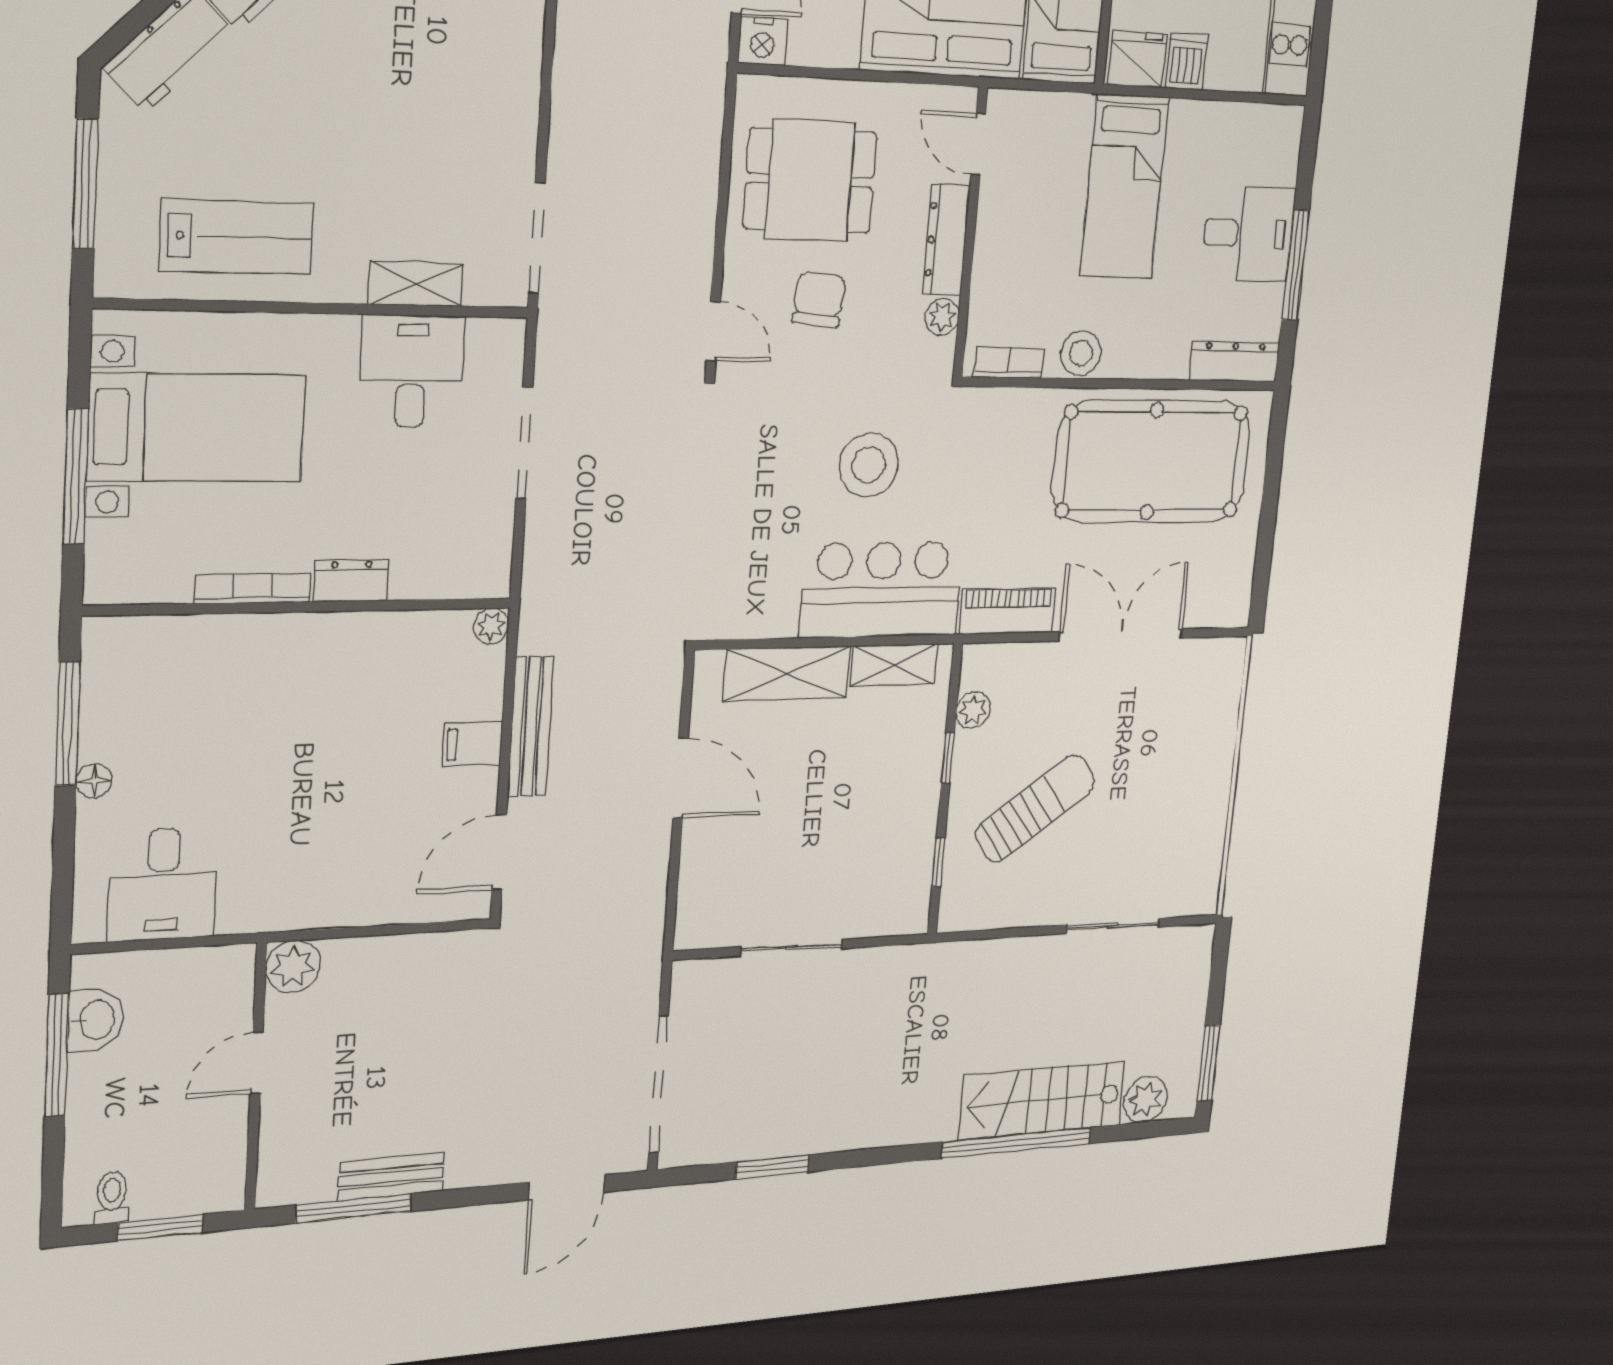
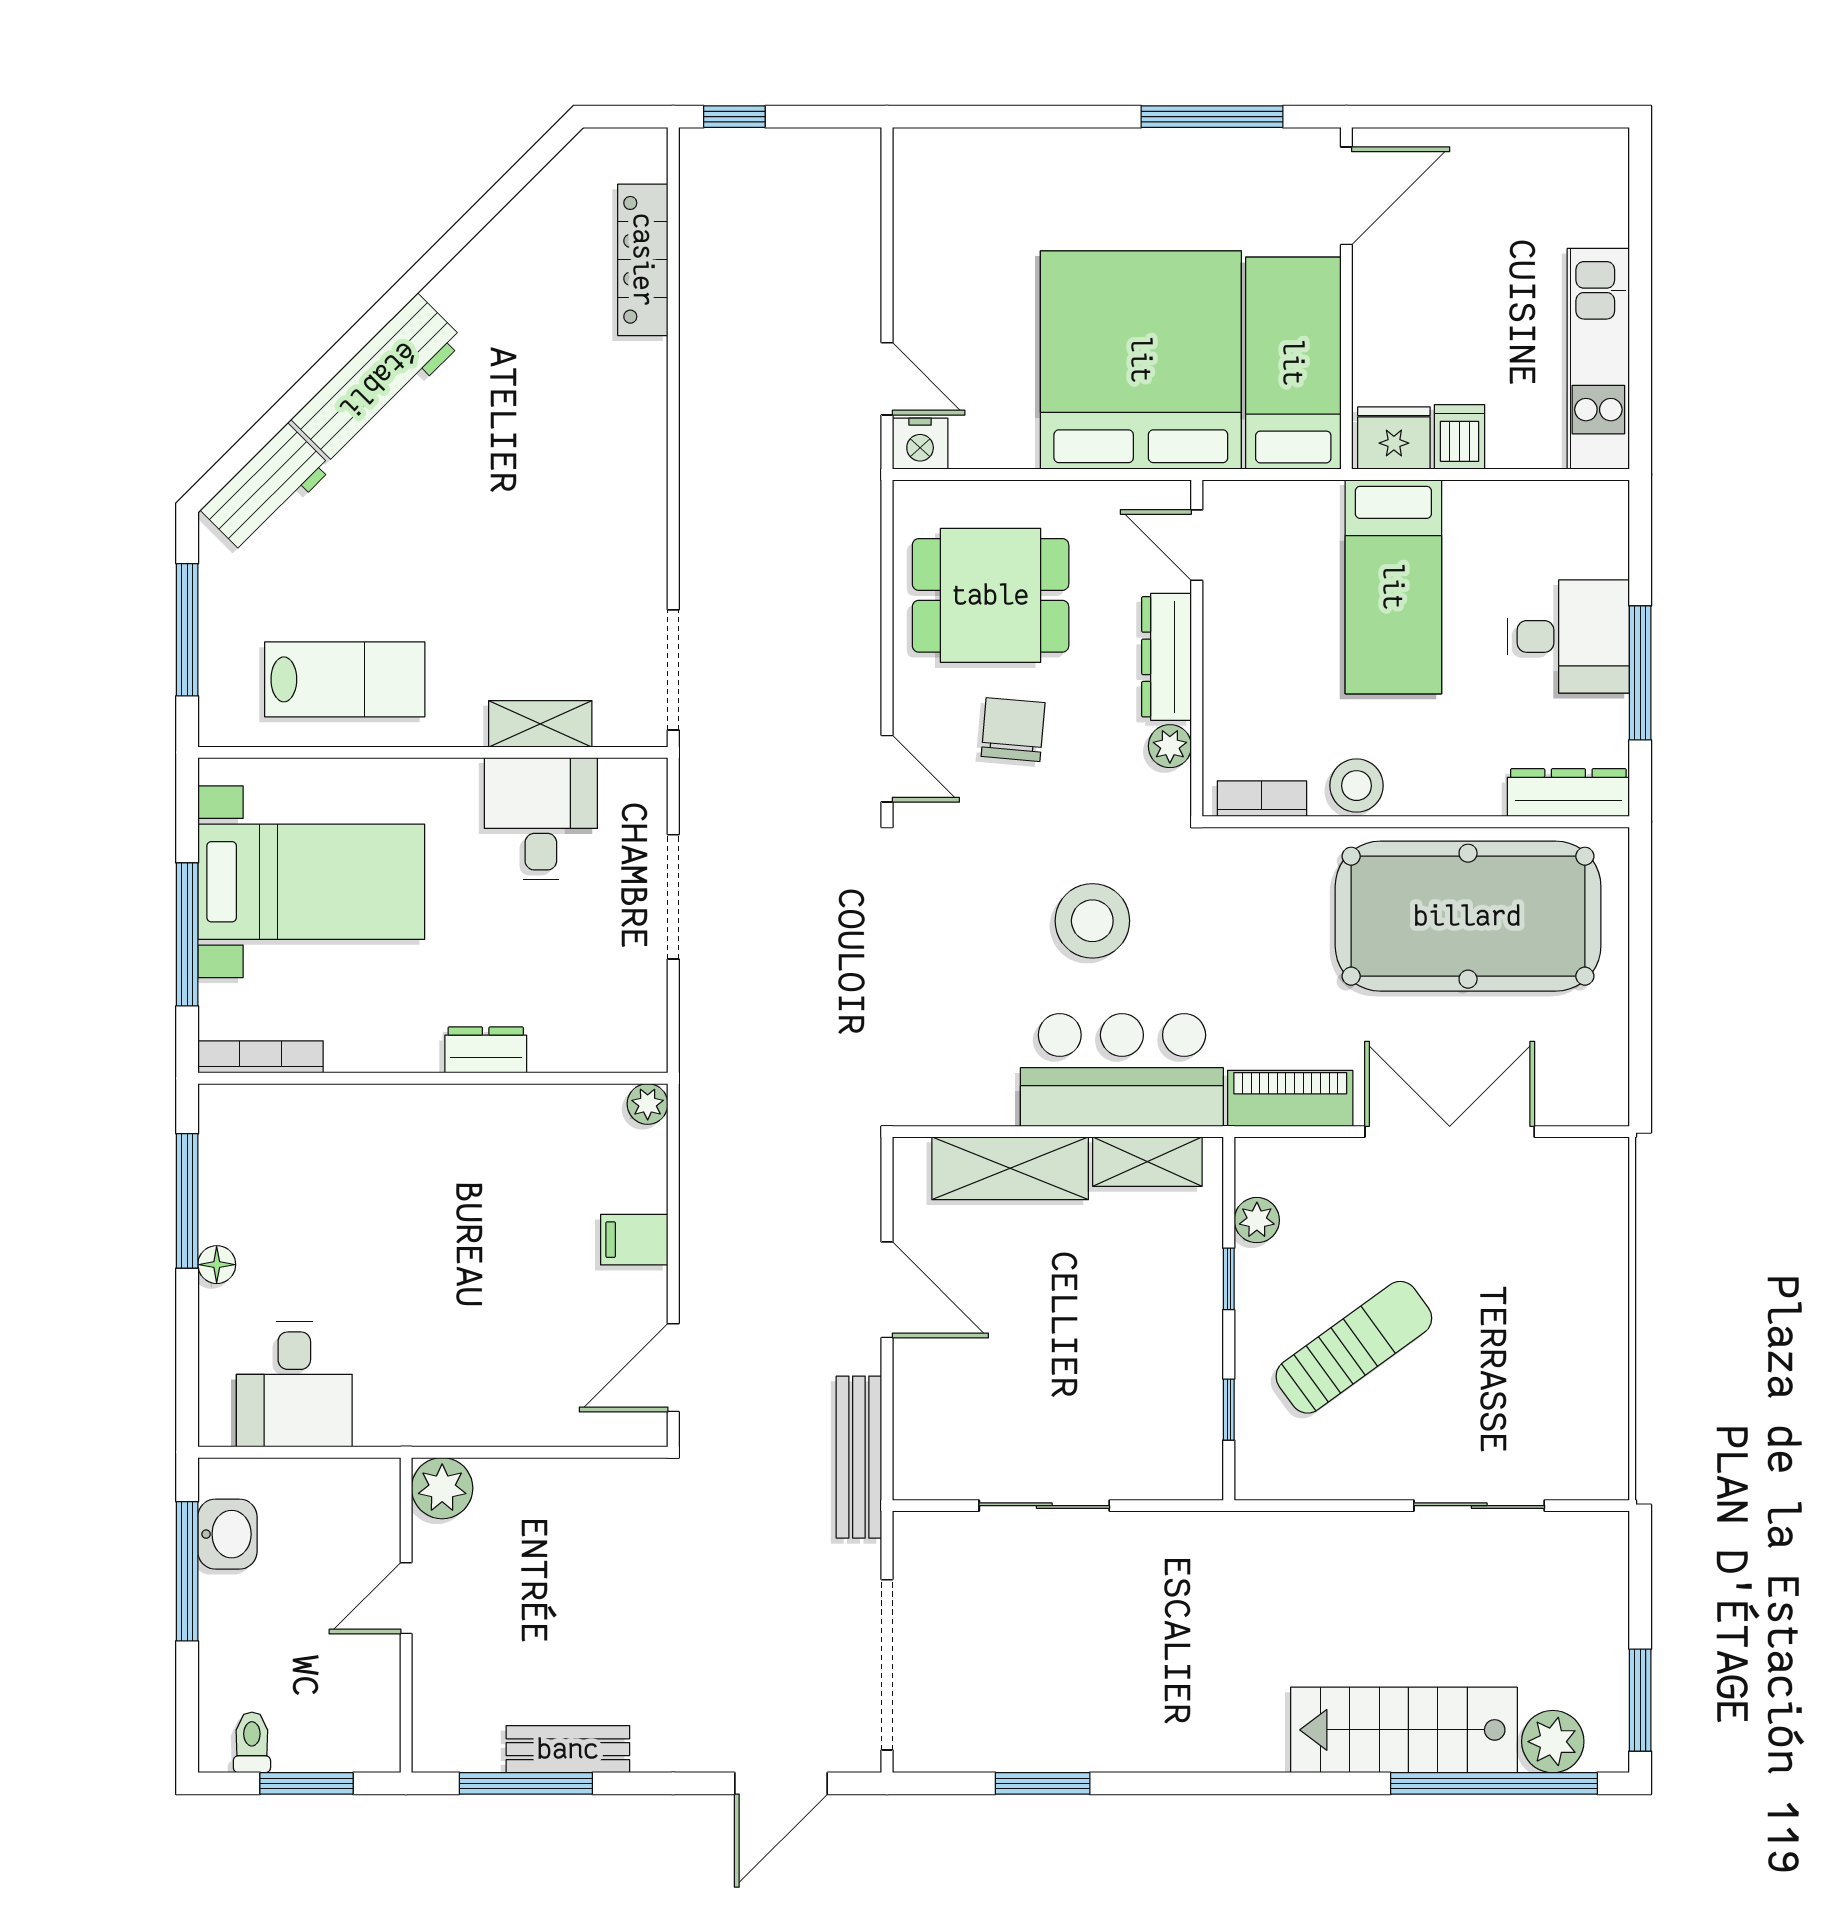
bookcase: (252, 588) -> (261, 1057), moved
bench: (531, 726) -> (859, 1457), moved
window: (1017, 1143) -> (1494, 1783), moved

